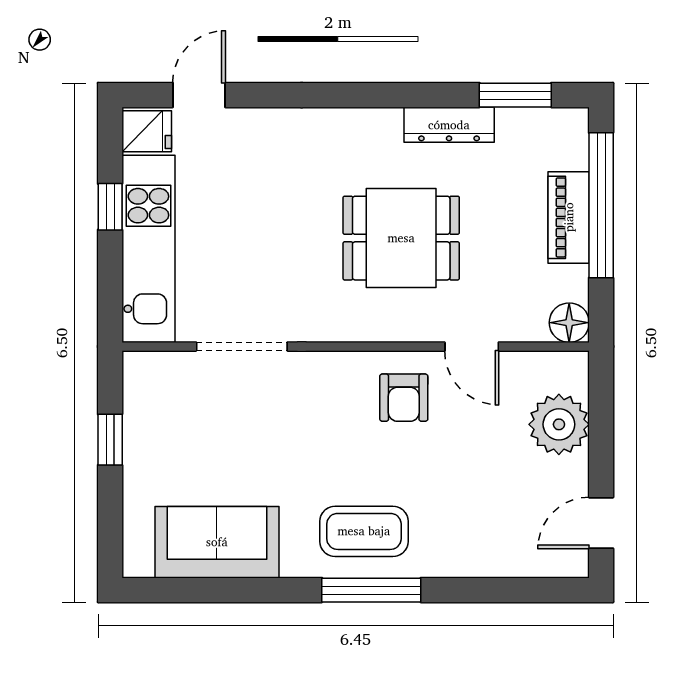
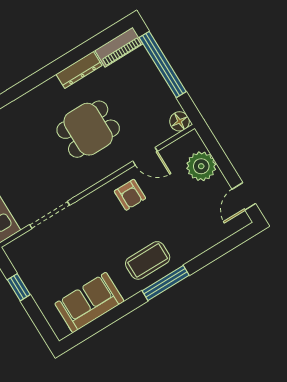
window: (515, 95) -> (99, 41), removed
piano: (569, 217) -> (119, 47), moved, turned -90

